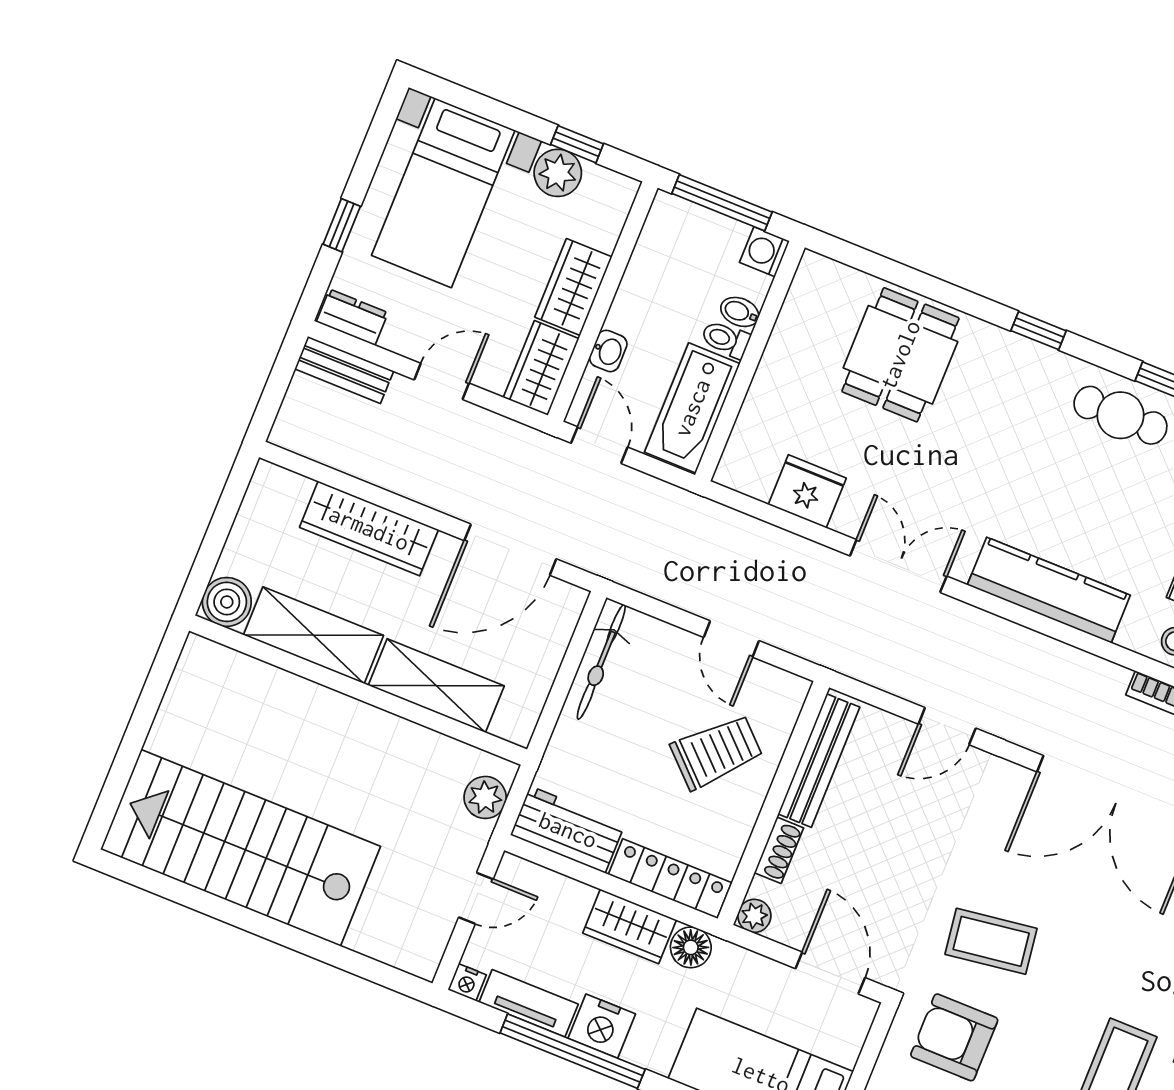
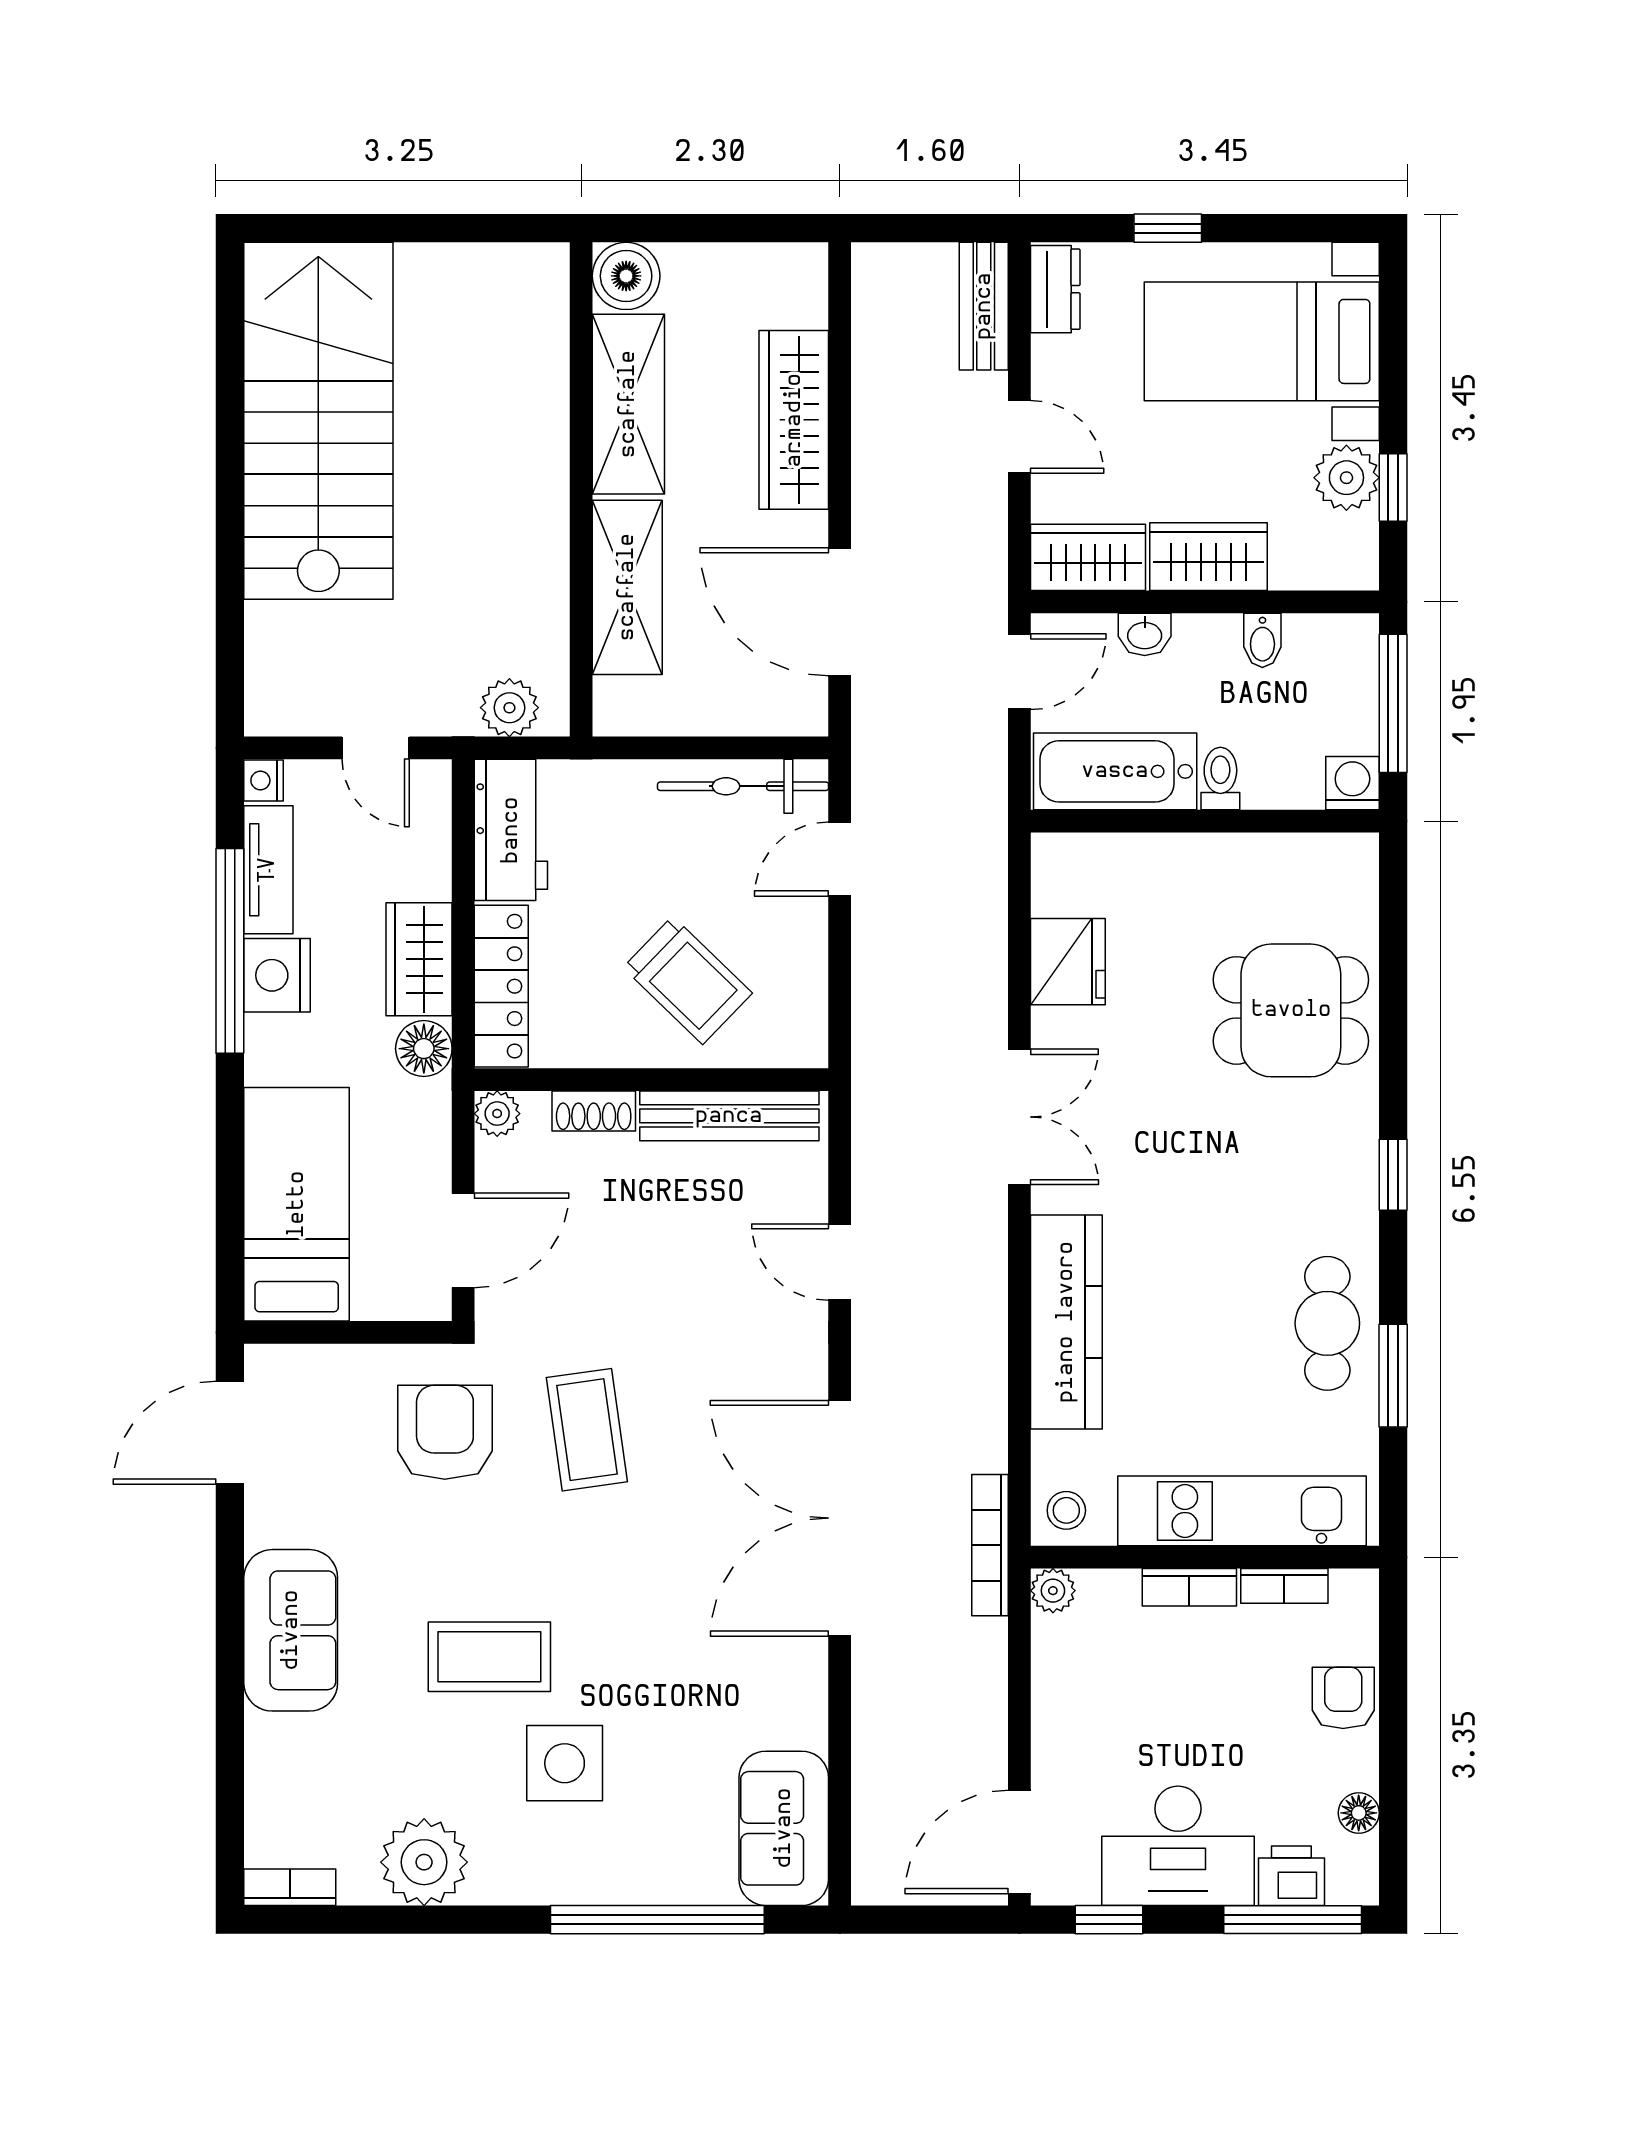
bidet: (740, 312) -> (1262, 640), moved, turned 180
door: (731, 639) -> (840, 859), moved

